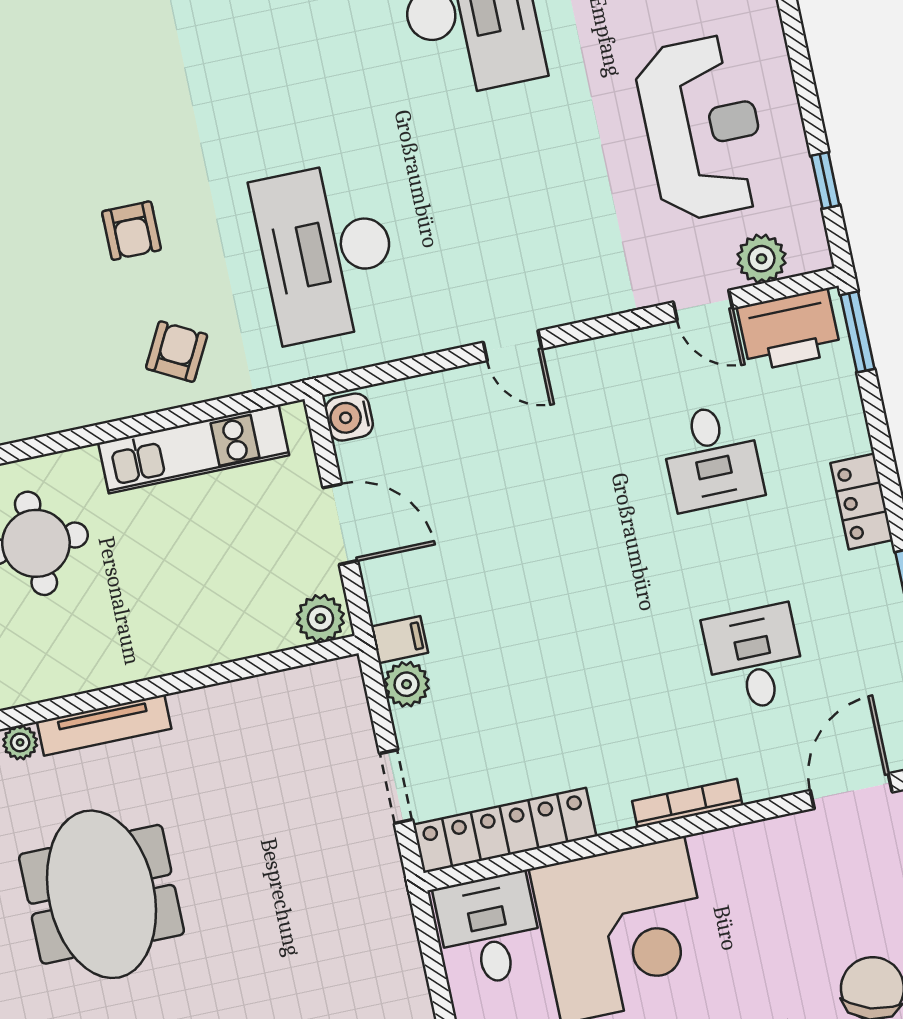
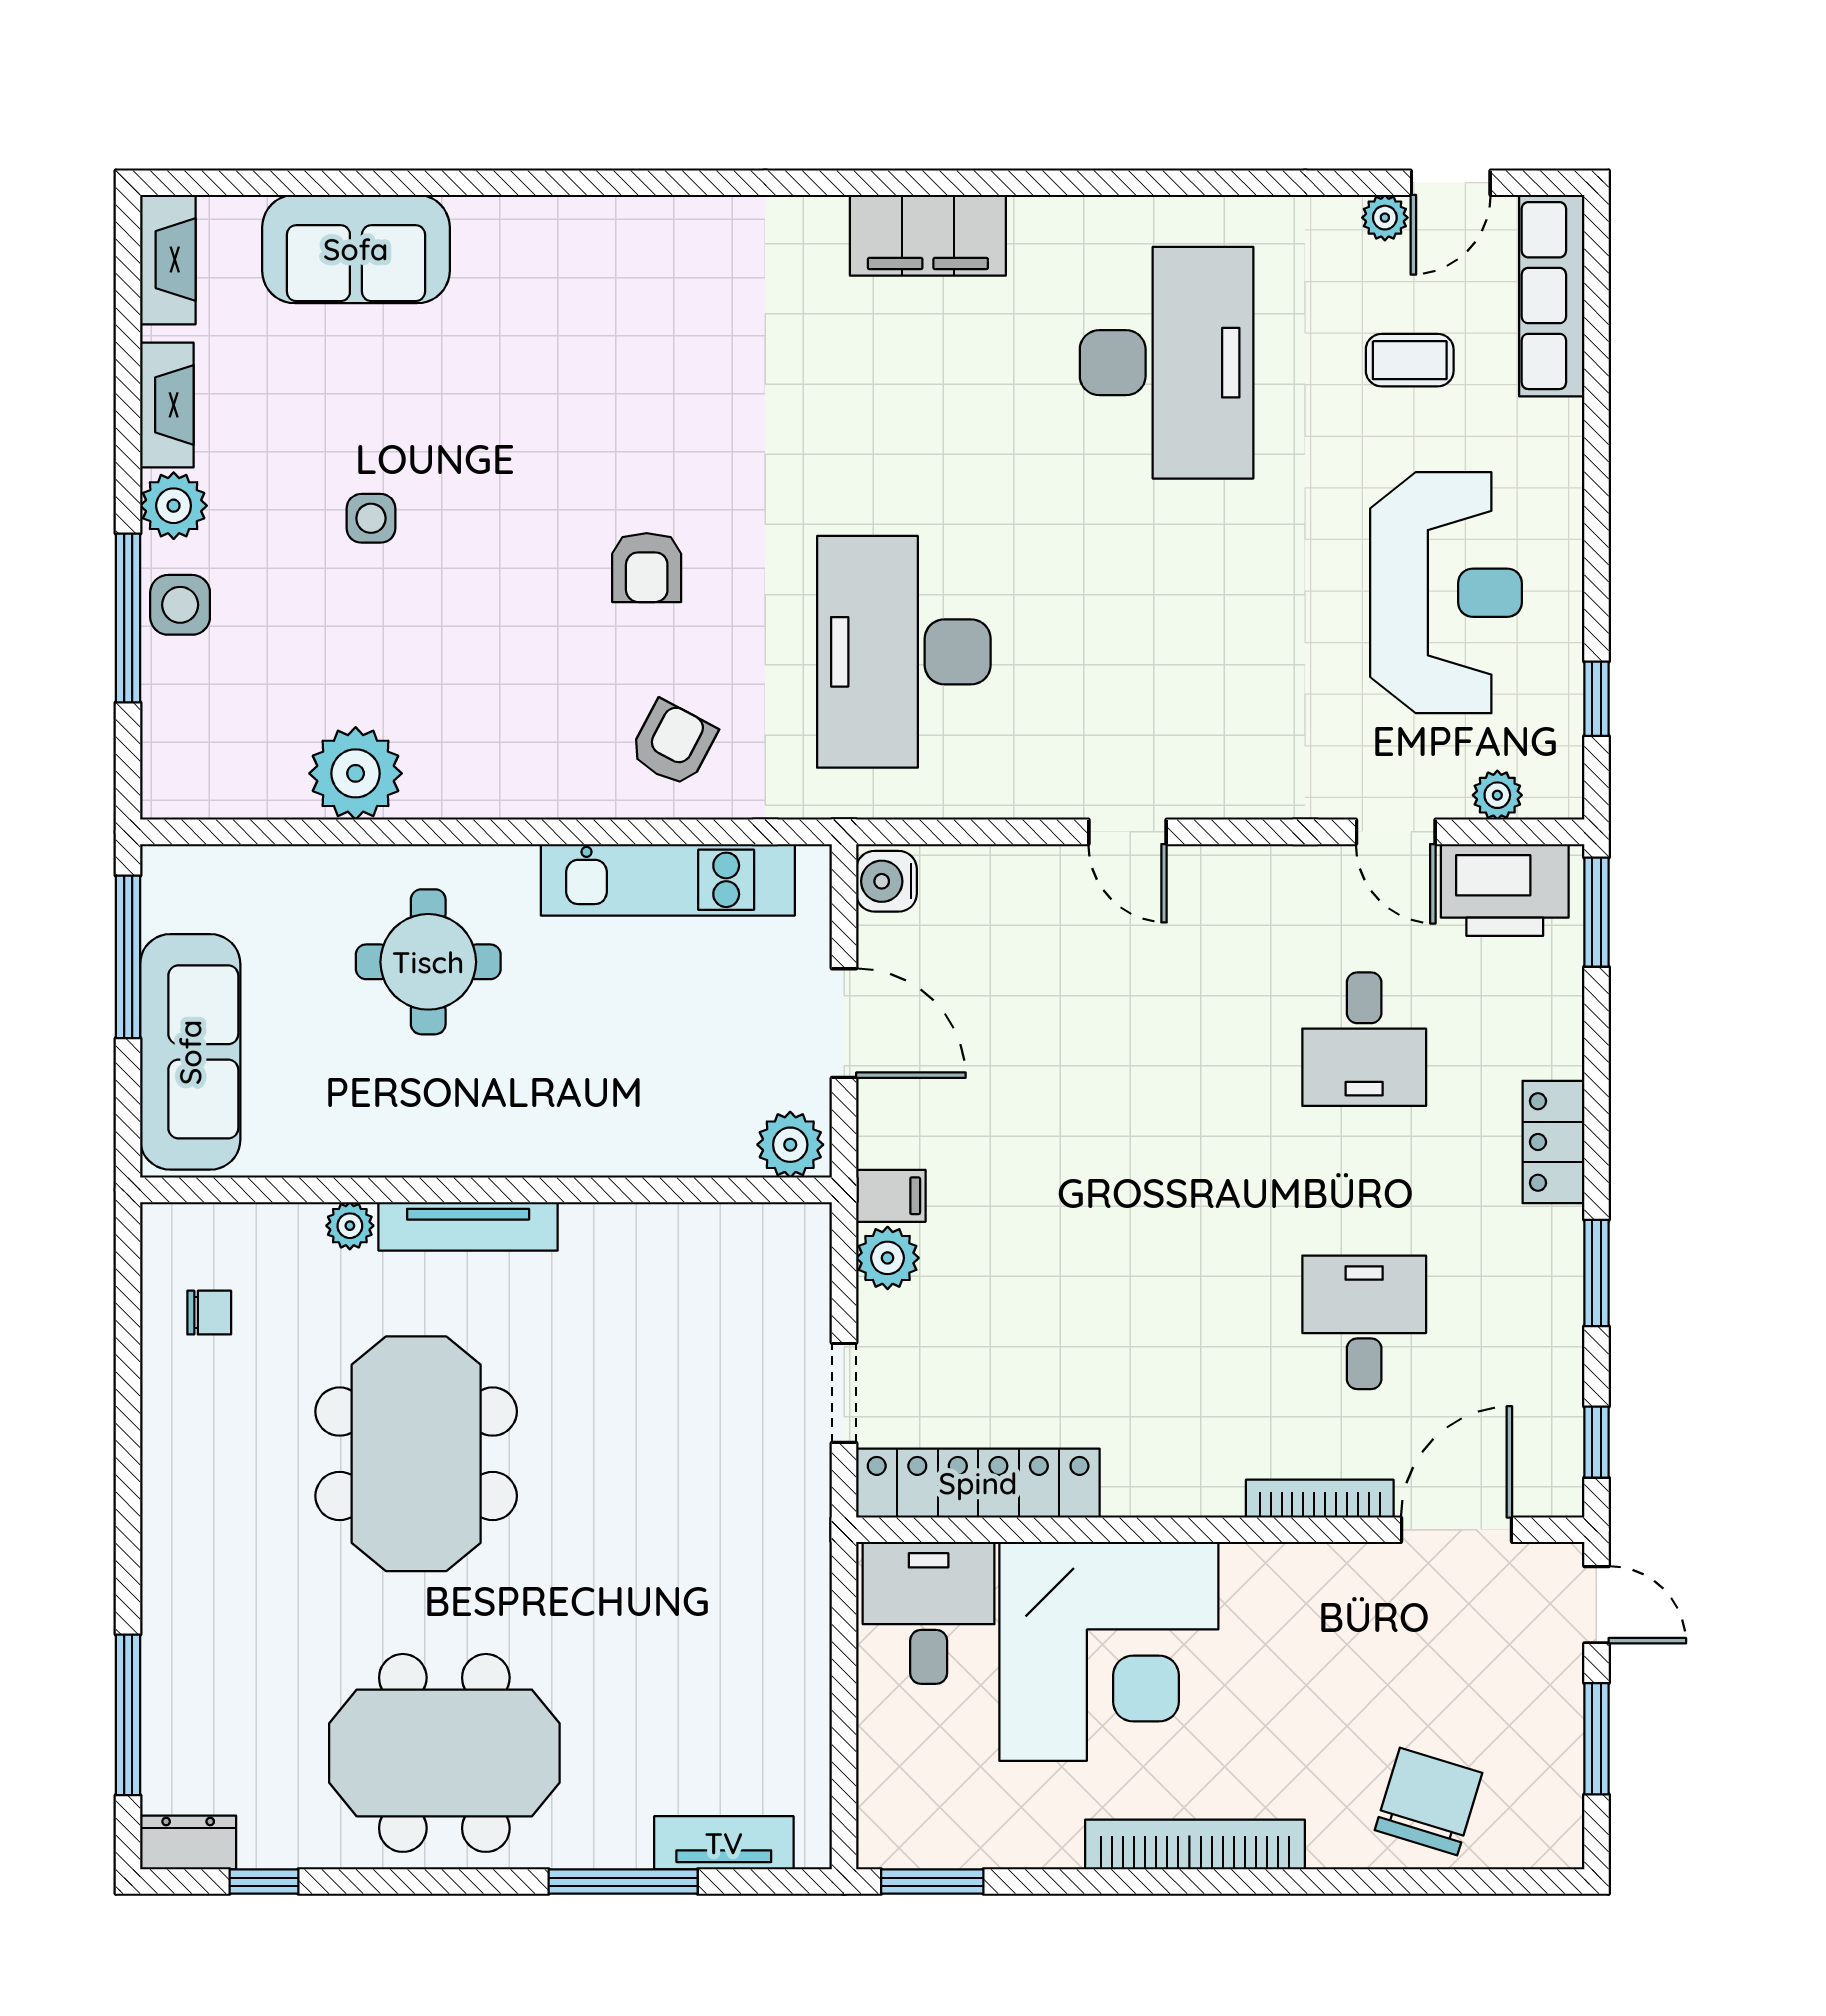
plant: (762, 259) -> (1497, 795), width x0.73, depth x0.73
bookcase: (687, 803) -> (1320, 1499), moved

